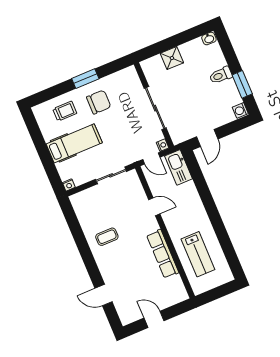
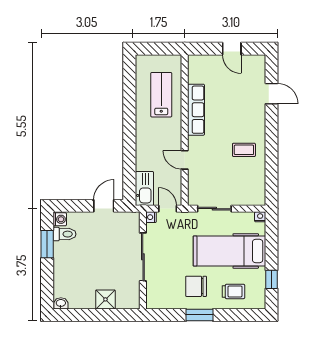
toilet: (221, 75) -> (64, 234), moved
trolley: (65, 111) -> (233, 291), turned 180
window: (36, 135) -> (272, 279), added
hospital bed: (74, 143) -> (229, 251), width x1.37, depth x1.29

